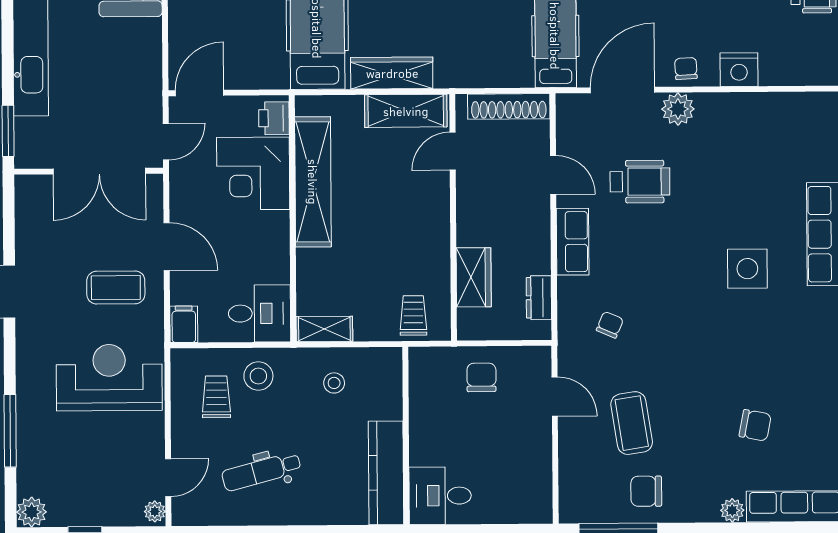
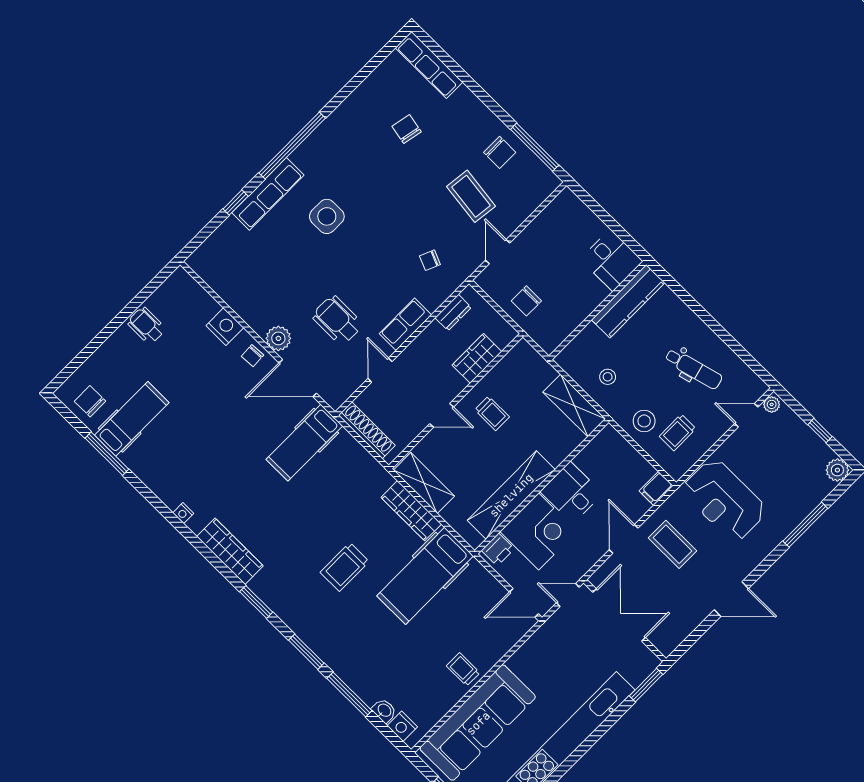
door: (453, 151) -> (442, 415), moved
desk: (259, 313) -> (571, 493), moved
trolley: (413, 315) -> (492, 413), moved, turned -90
shelving: (324, 329) -> (574, 405), width x1.50, depth x1.33
coffee table: (632, 423) -> (471, 196), turned -74
plant: (732, 510) -> (464, 96), removed

